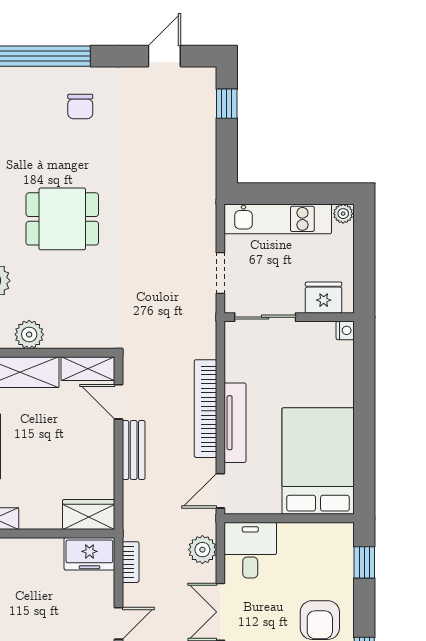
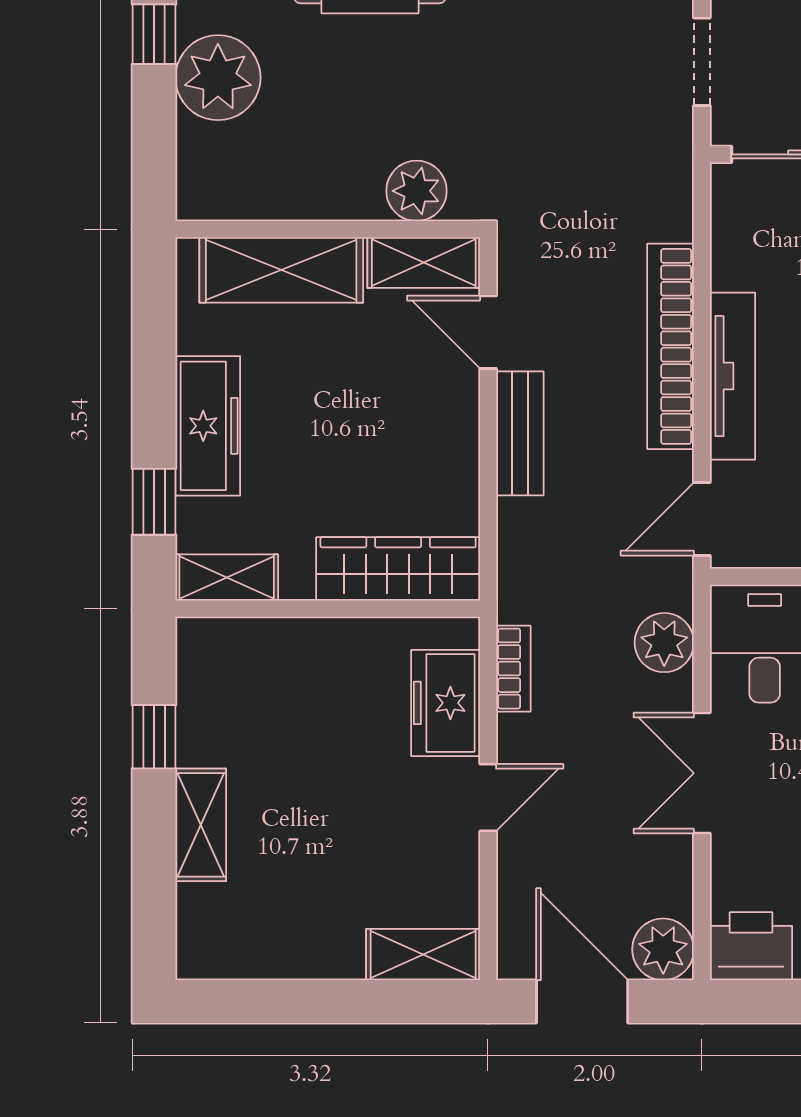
plant: (29, 334) -> (416, 191), moved
wardrobe: (89, 515) -> (398, 569), width x1.50
freezer: (89, 554) -> (446, 703), moved, turned 90

